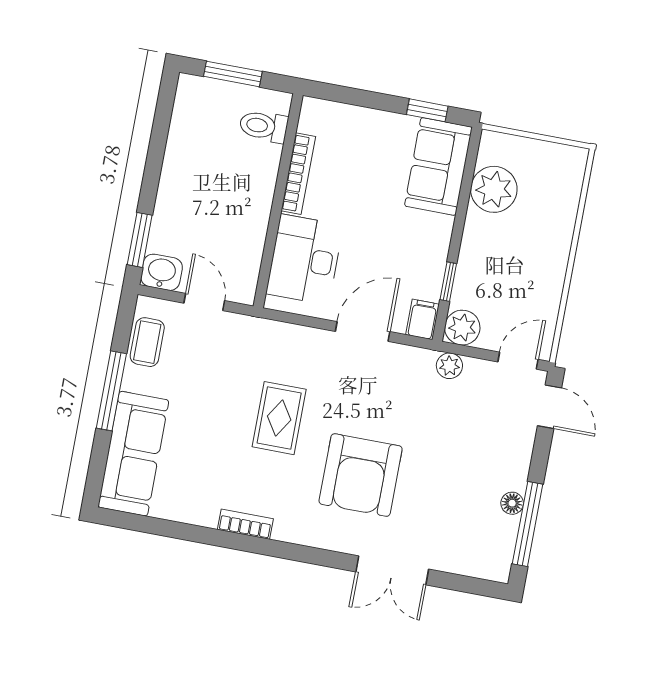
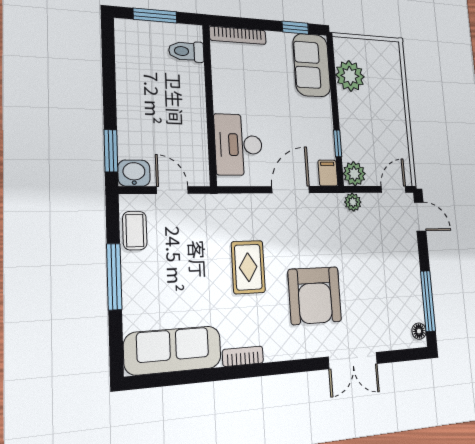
bookcase: (298, 174) -> (238, 35), moved, turned 90
sofa: (133, 454) -> (173, 350), moved, turned -90
floor lamp: (512, 503) -> (419, 331), moved

